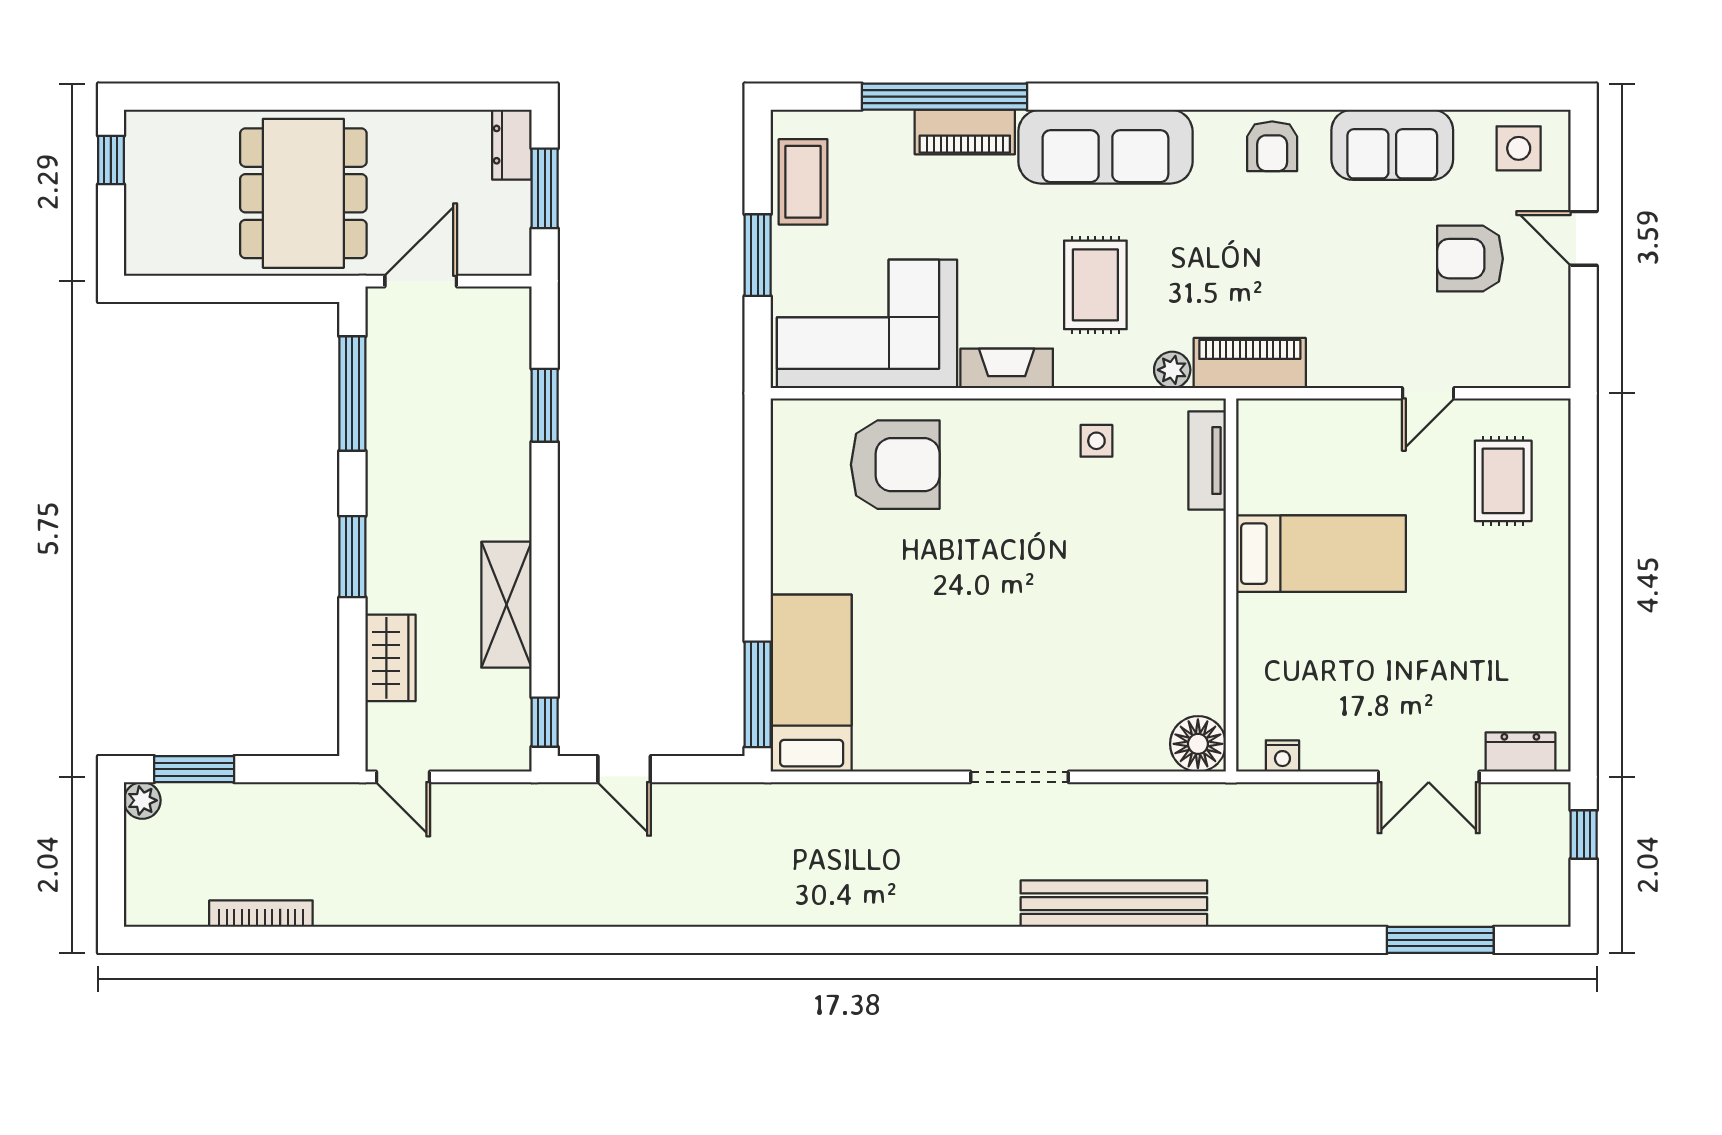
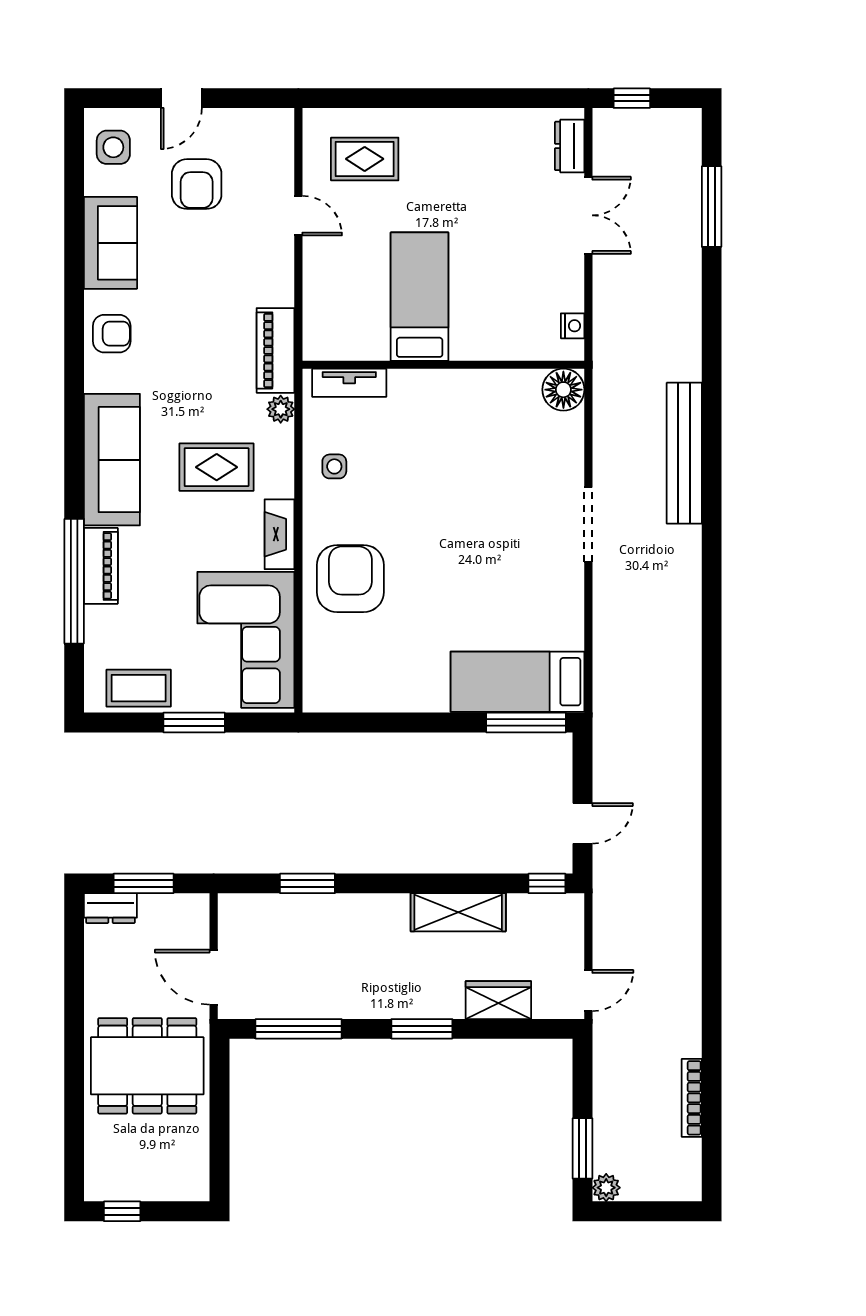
armchair: (895, 465) -> (350, 579), moved

